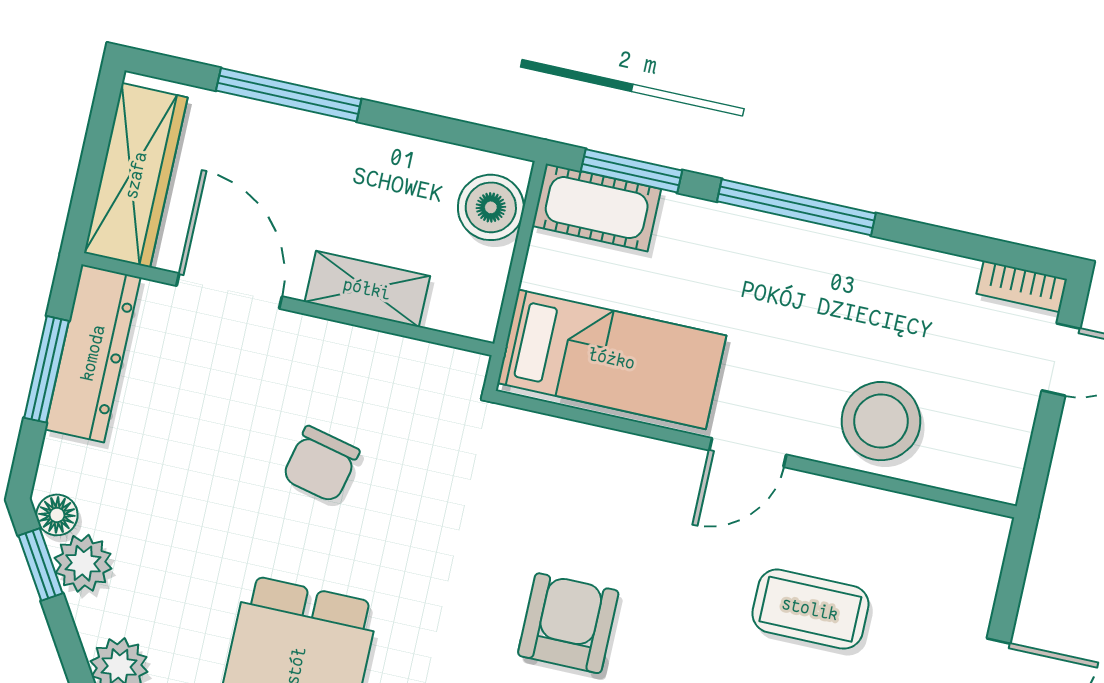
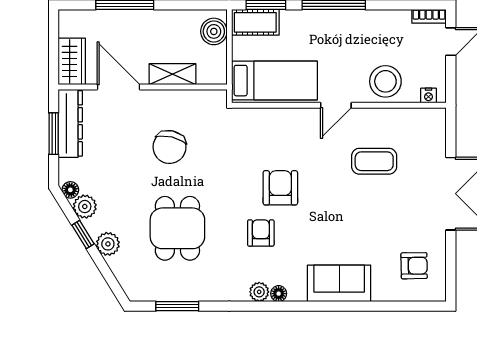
wardrobe: (136, 175) -> (72, 61), width x0.67
chair: (321, 464) -> (169, 147), width x1.37, depth x1.37
nightstand: (978, 479) -> (428, 96), added
window: (41, 564) -> (83, 234), moved

